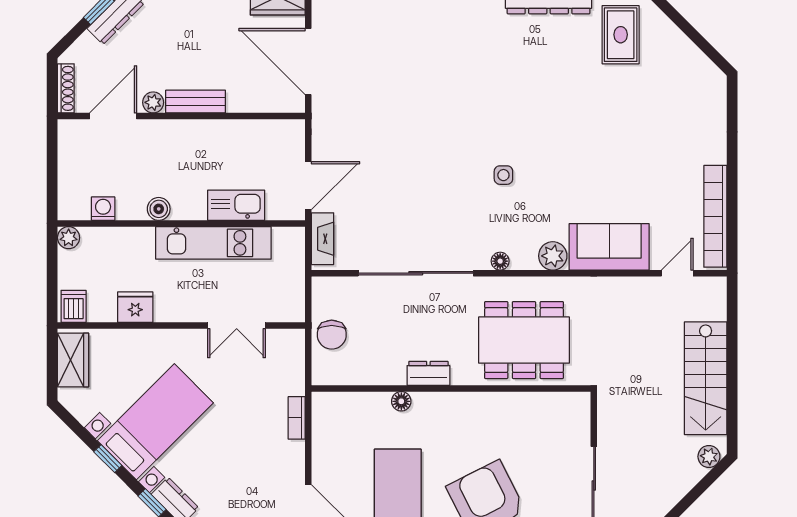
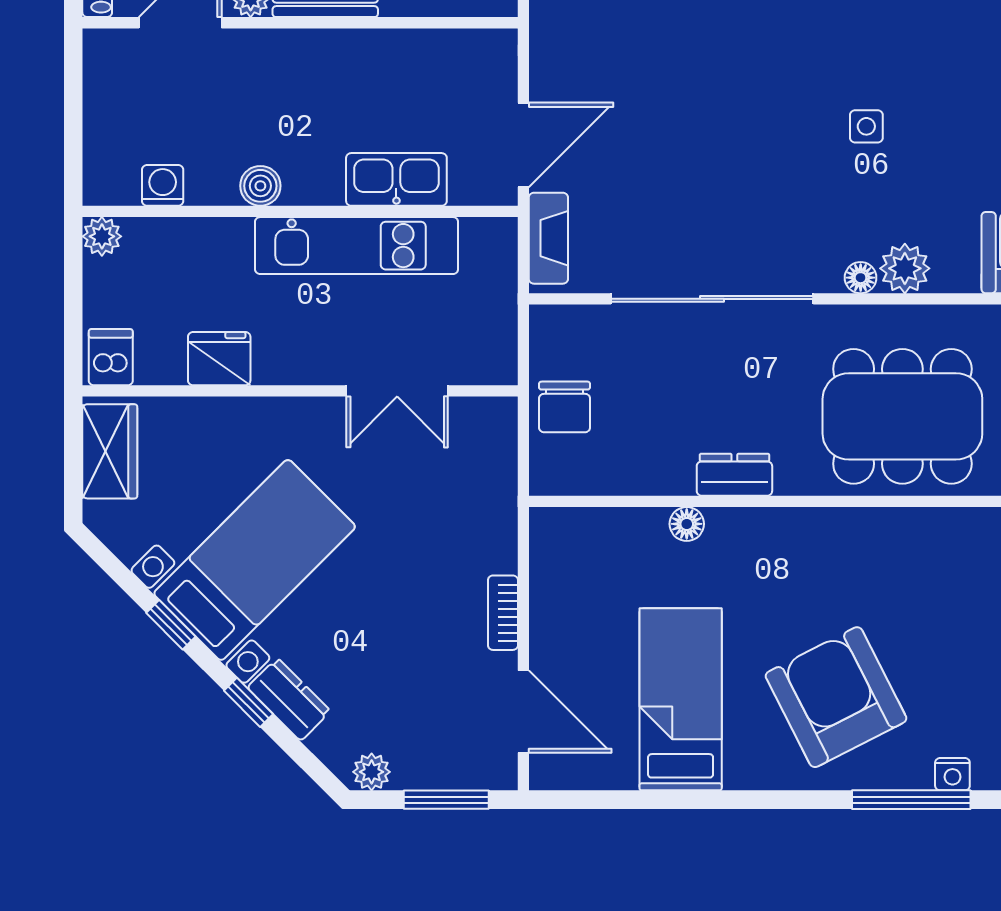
plant: (553, 256) -> (905, 268), moved
bookcase: (297, 418) -> (503, 613), moved

